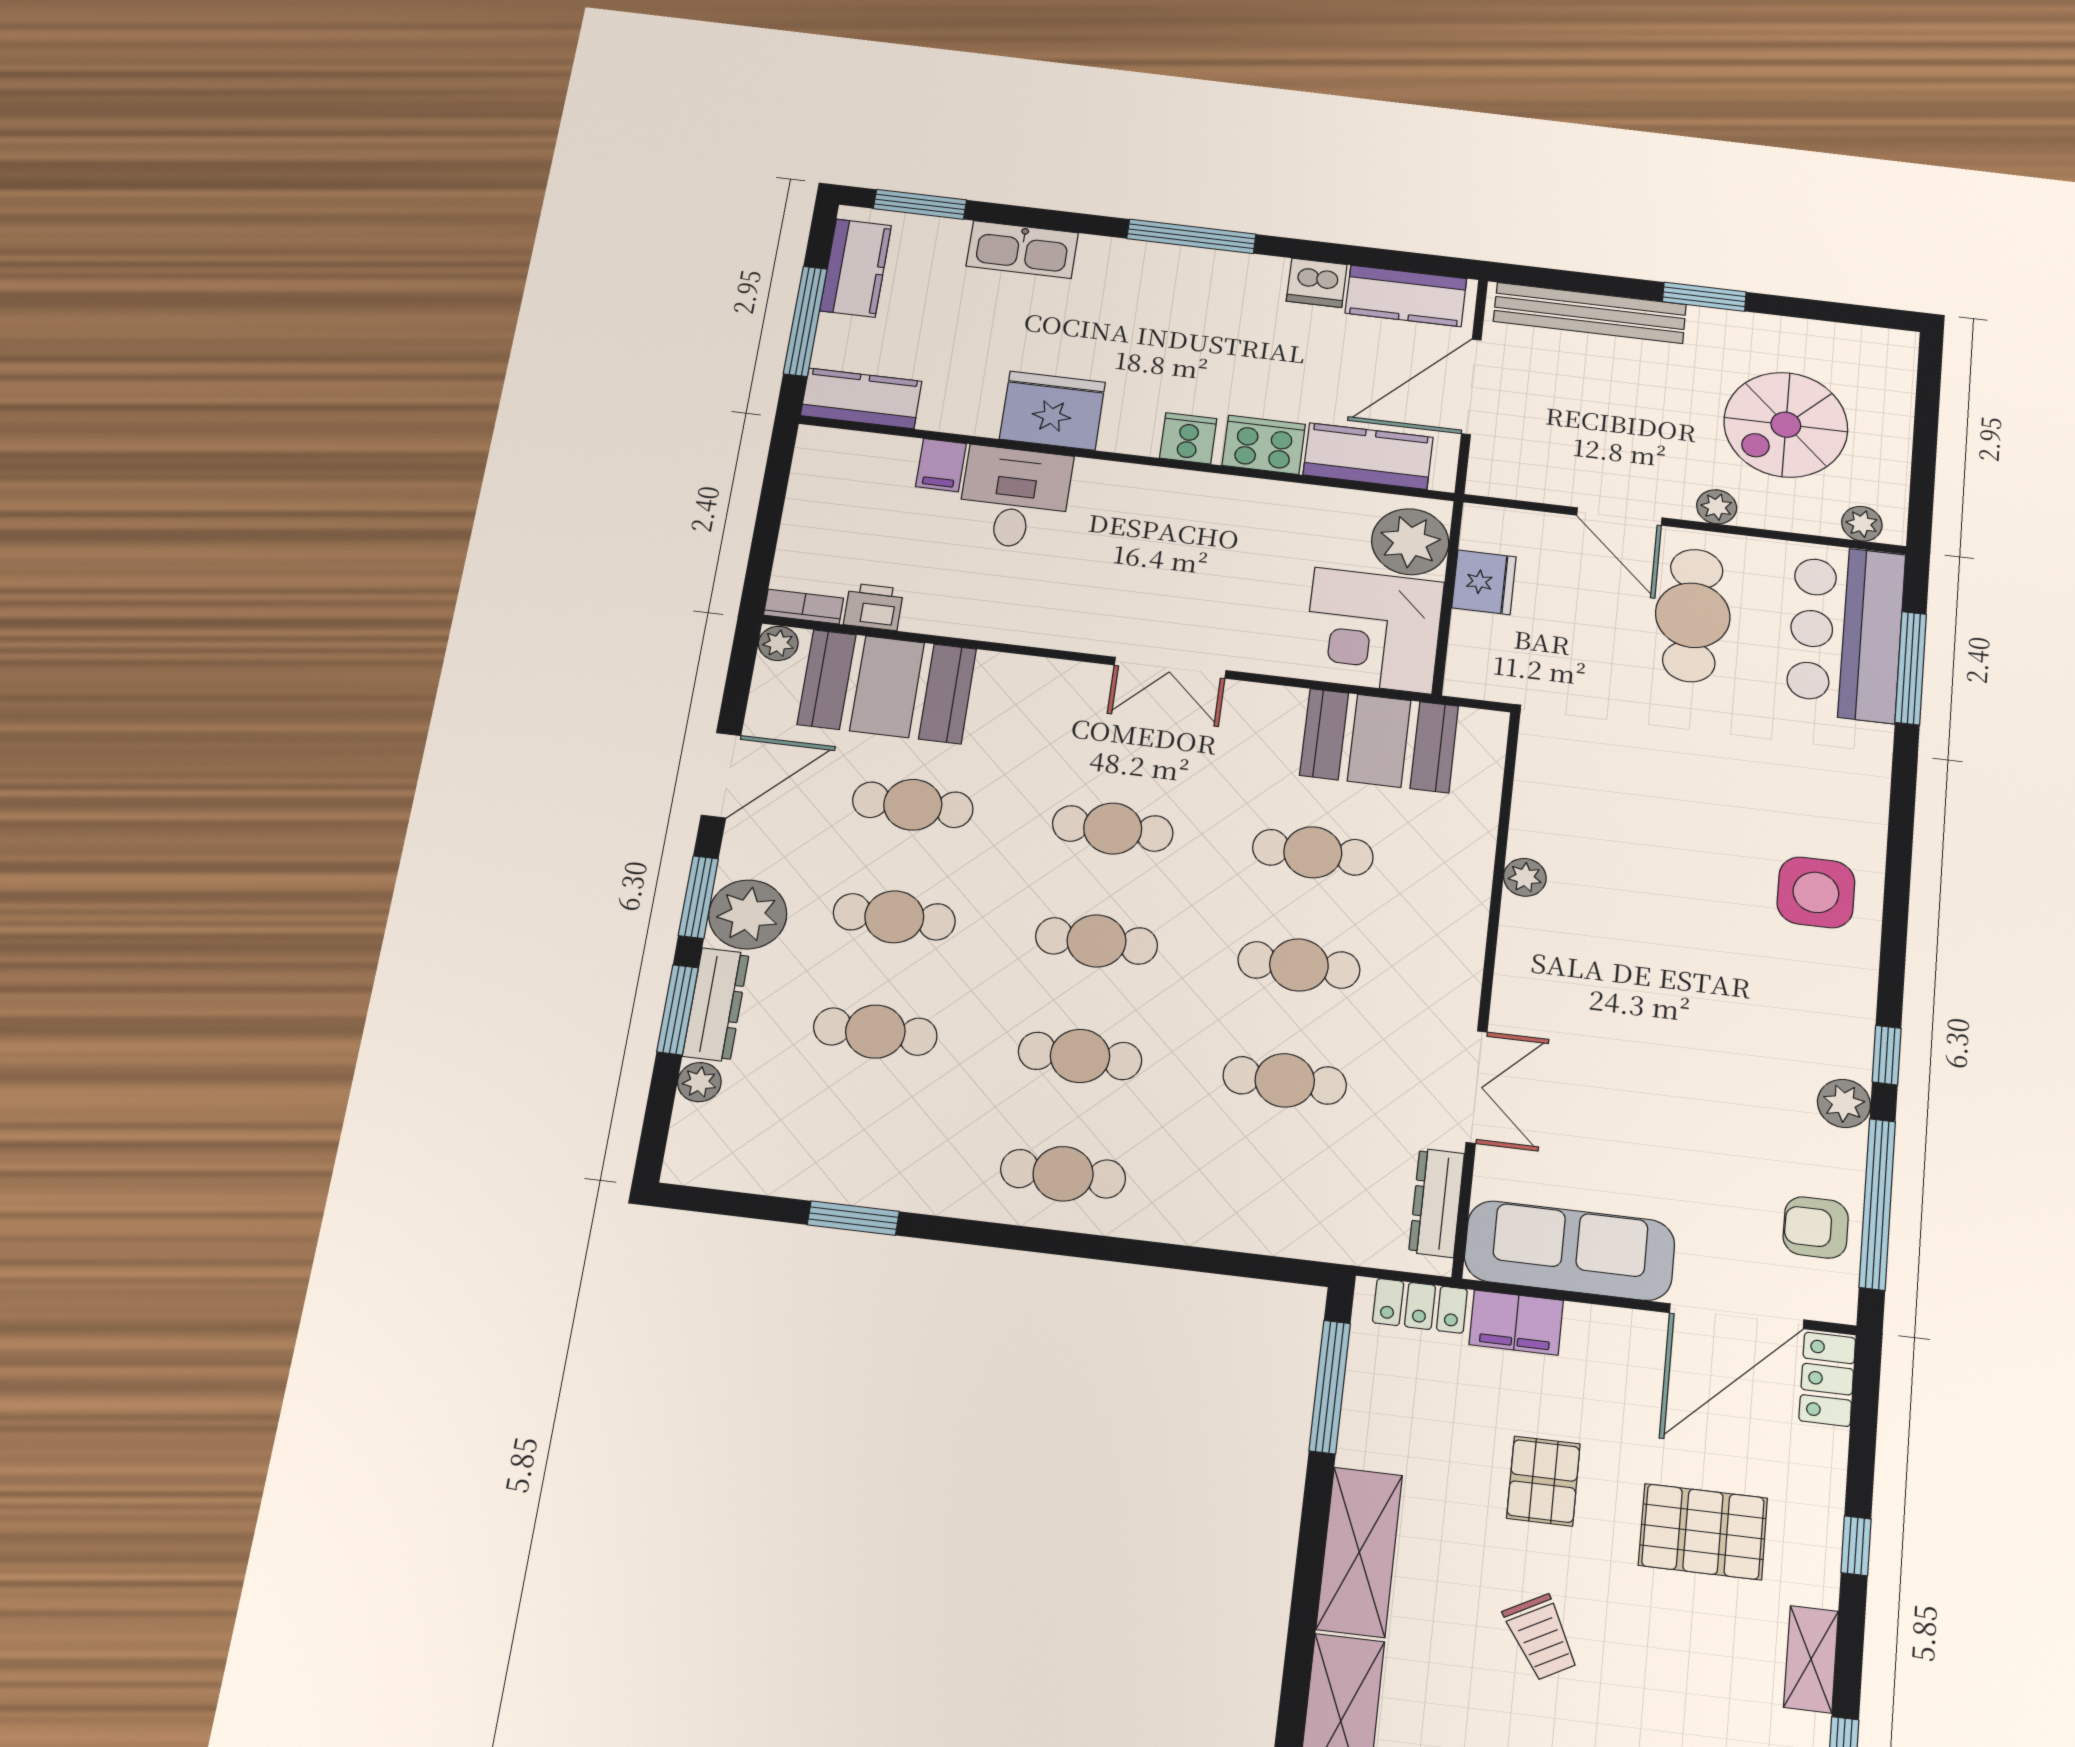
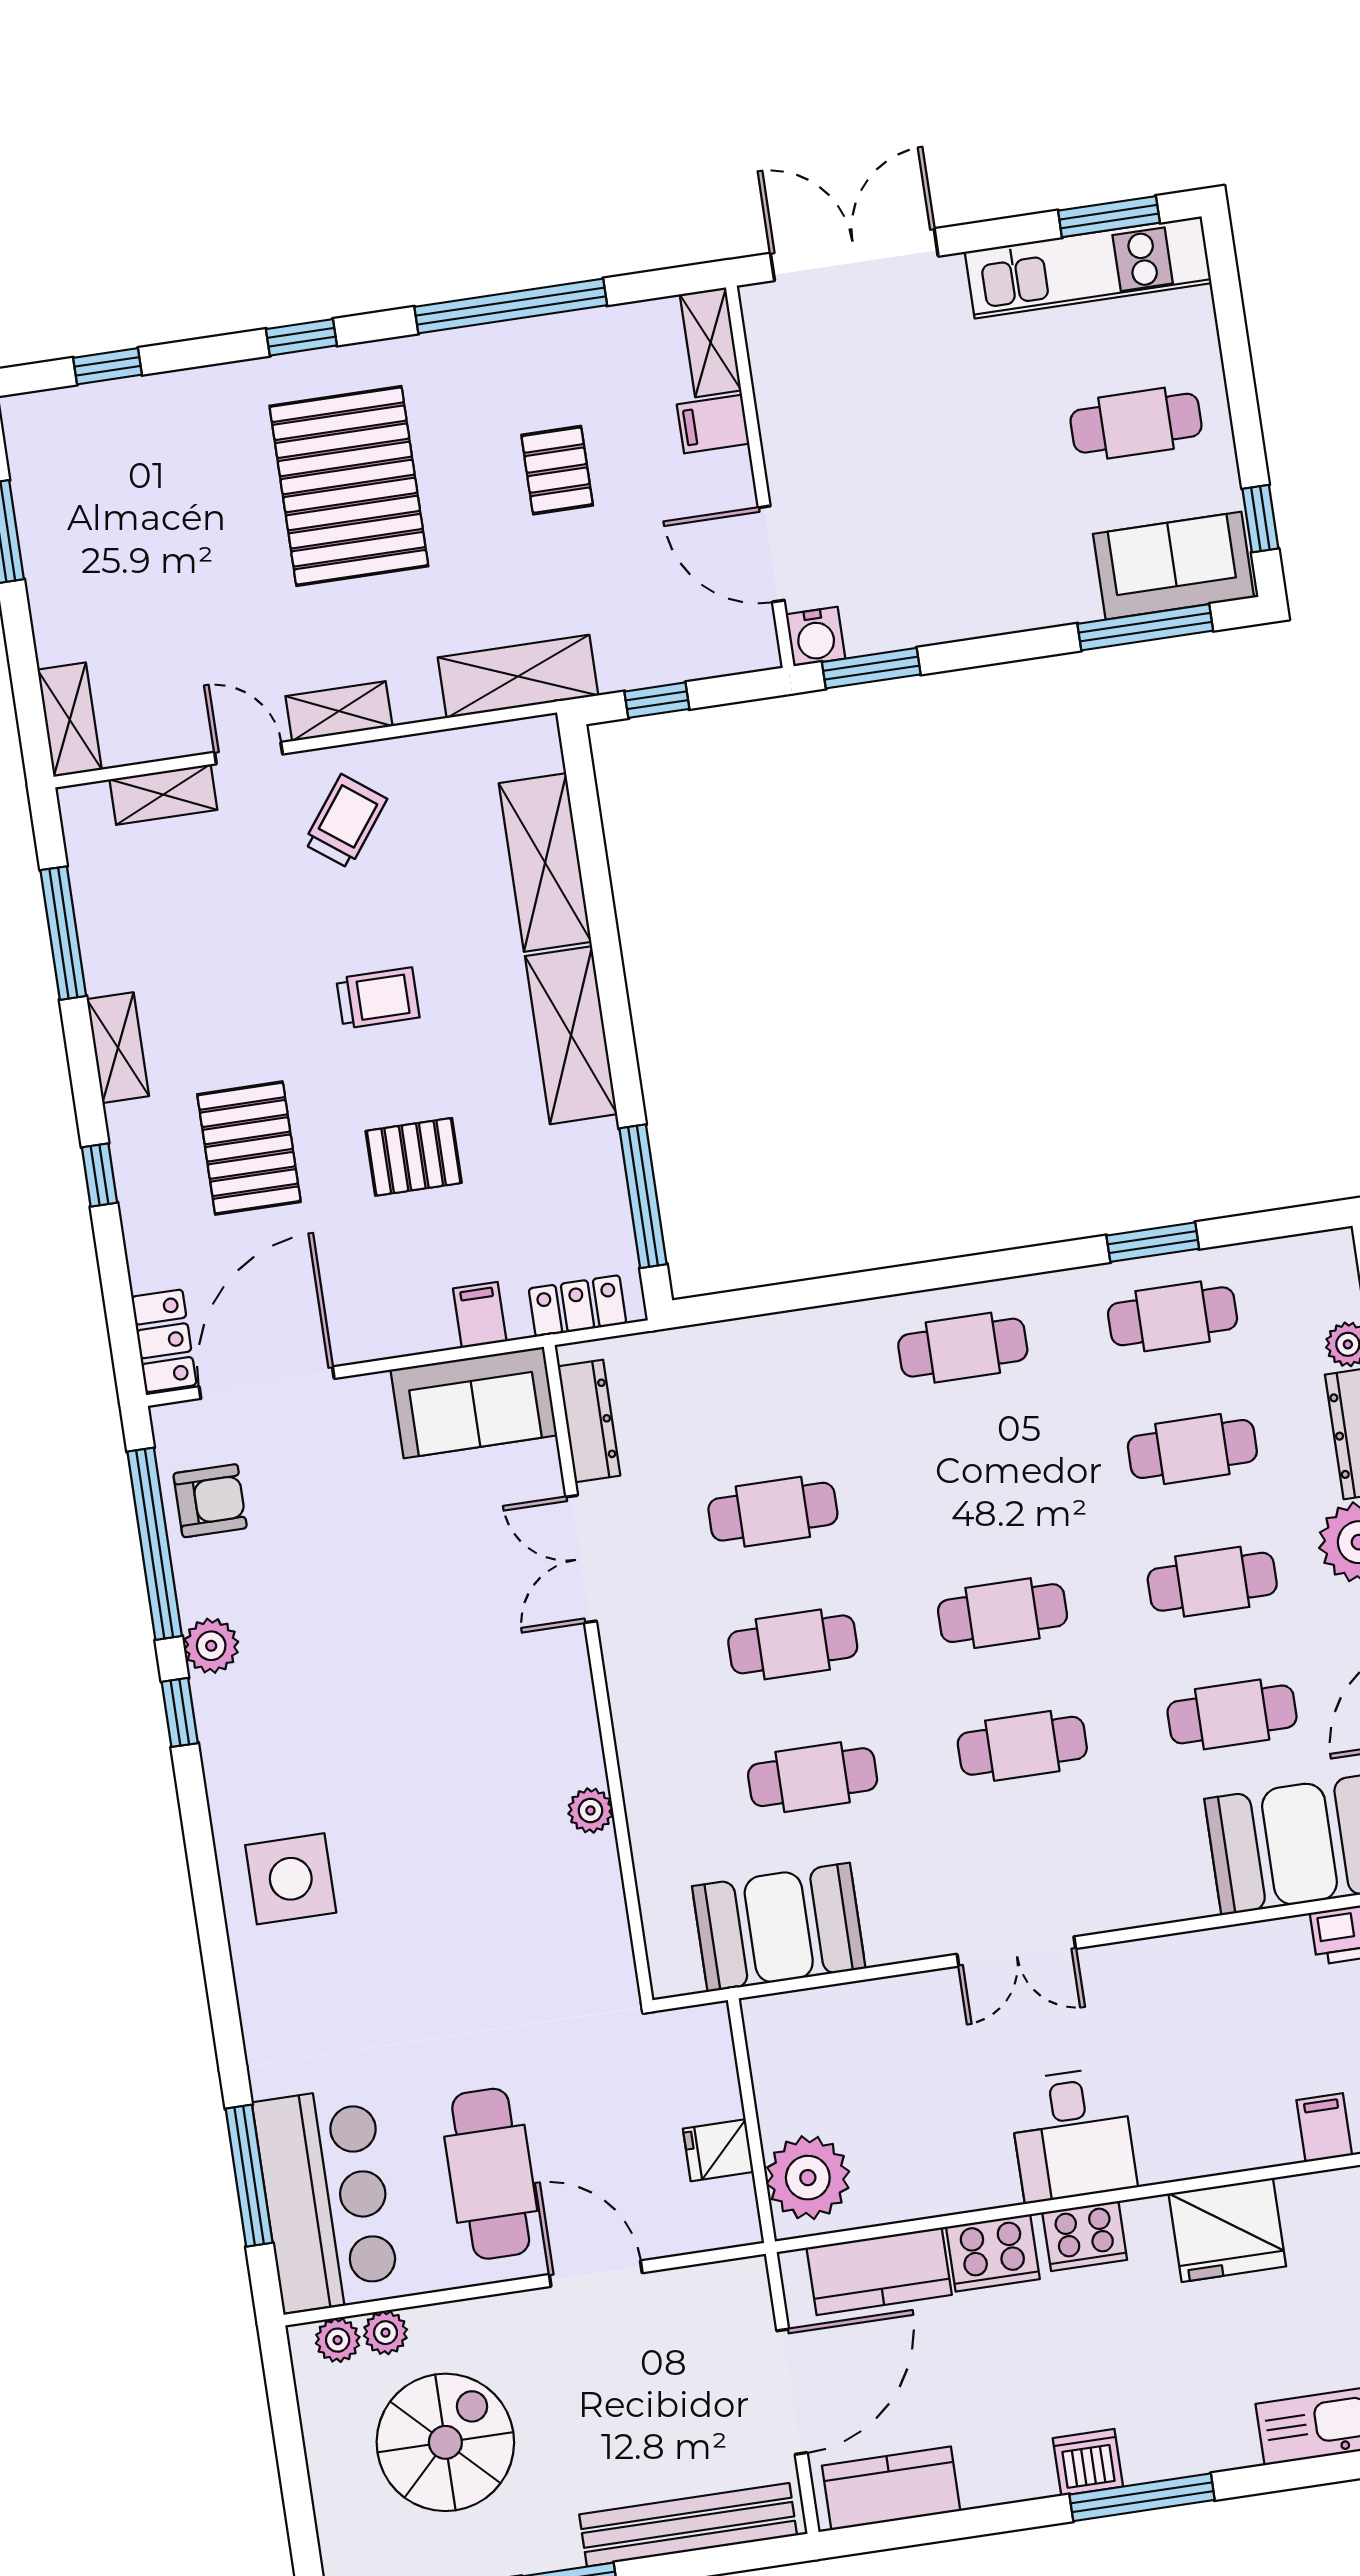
dishwasher: (1317, 283) -> (1088, 2462), moved
cooker: (1188, 438) -> (1085, 2236), width x1.36
desk: (1015, 498) -> (1072, 2134), moved
plant: (1717, 507) -> (386, 2333), moved
fridge: (1484, 582) -> (718, 2150), width x0.72
corner desk: (1373, 630) -> (819, 2058), removed
double door: (1170, 668) -> (1016, 1951), swing flipped
cafe table: (1080, 1056) -> (1173, 1316), moved
sofa: (1570, 1251) -> (474, 1402), width x0.73
filing cabinet: (1516, 1323) -> (480, 1315), width x0.50
pallet: (1543, 1481) -> (414, 1157), turned 90
pallet: (1703, 1532) -> (249, 1148), turned 90
trolley: (1541, 1637) -> (378, 998), turned 119

